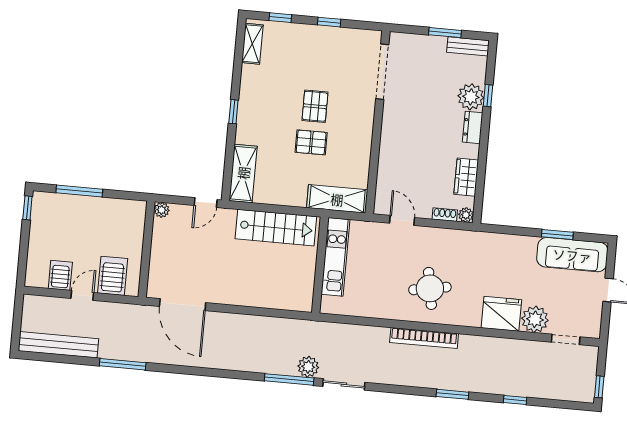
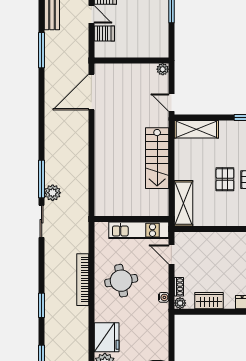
door: (402, 220) -> (171, 254), swing flipped
water cooler: (457, 236) -> (164, 297), added
kitchen unit: (335, 257) -> (139, 230), moved
wall: (320, 265) -> (131, 219), moved
server rack: (113, 276) -> (104, 34), width x0.73, depth x0.70

